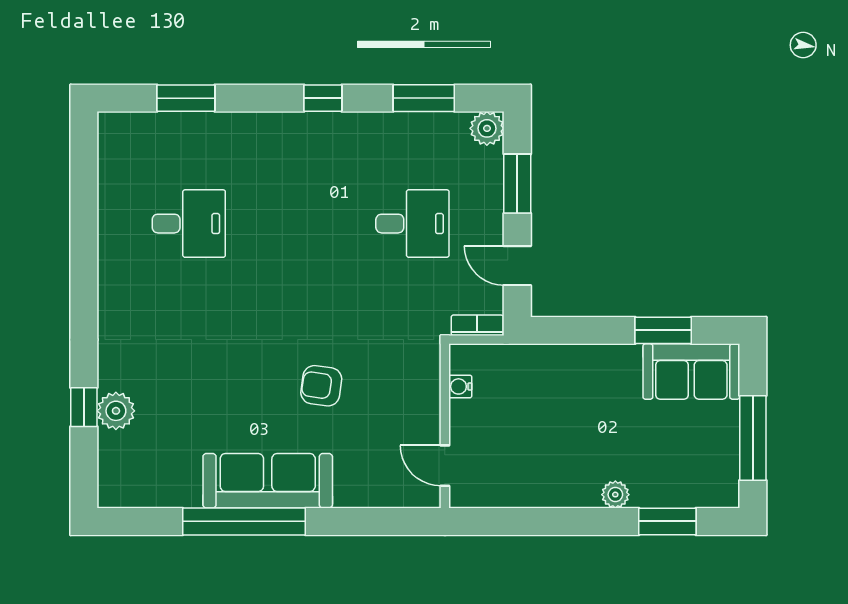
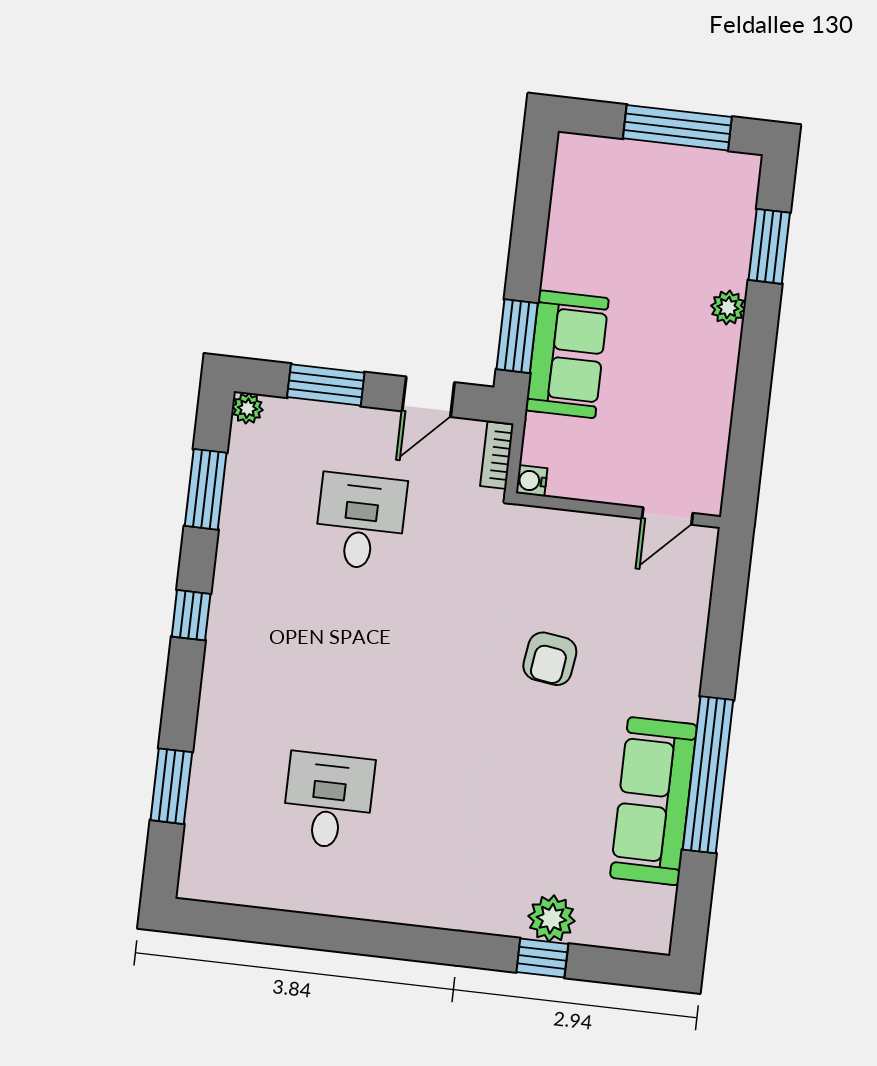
plant: (487, 128) -> (247, 408), width x0.73, depth x0.73
window: (663, 330) -> (517, 336), moved
sofa: (691, 372) -> (567, 354), moved
water cooler: (460, 386) -> (532, 481), moved, turned 90
sofa: (268, 481) -> (654, 801), moved

